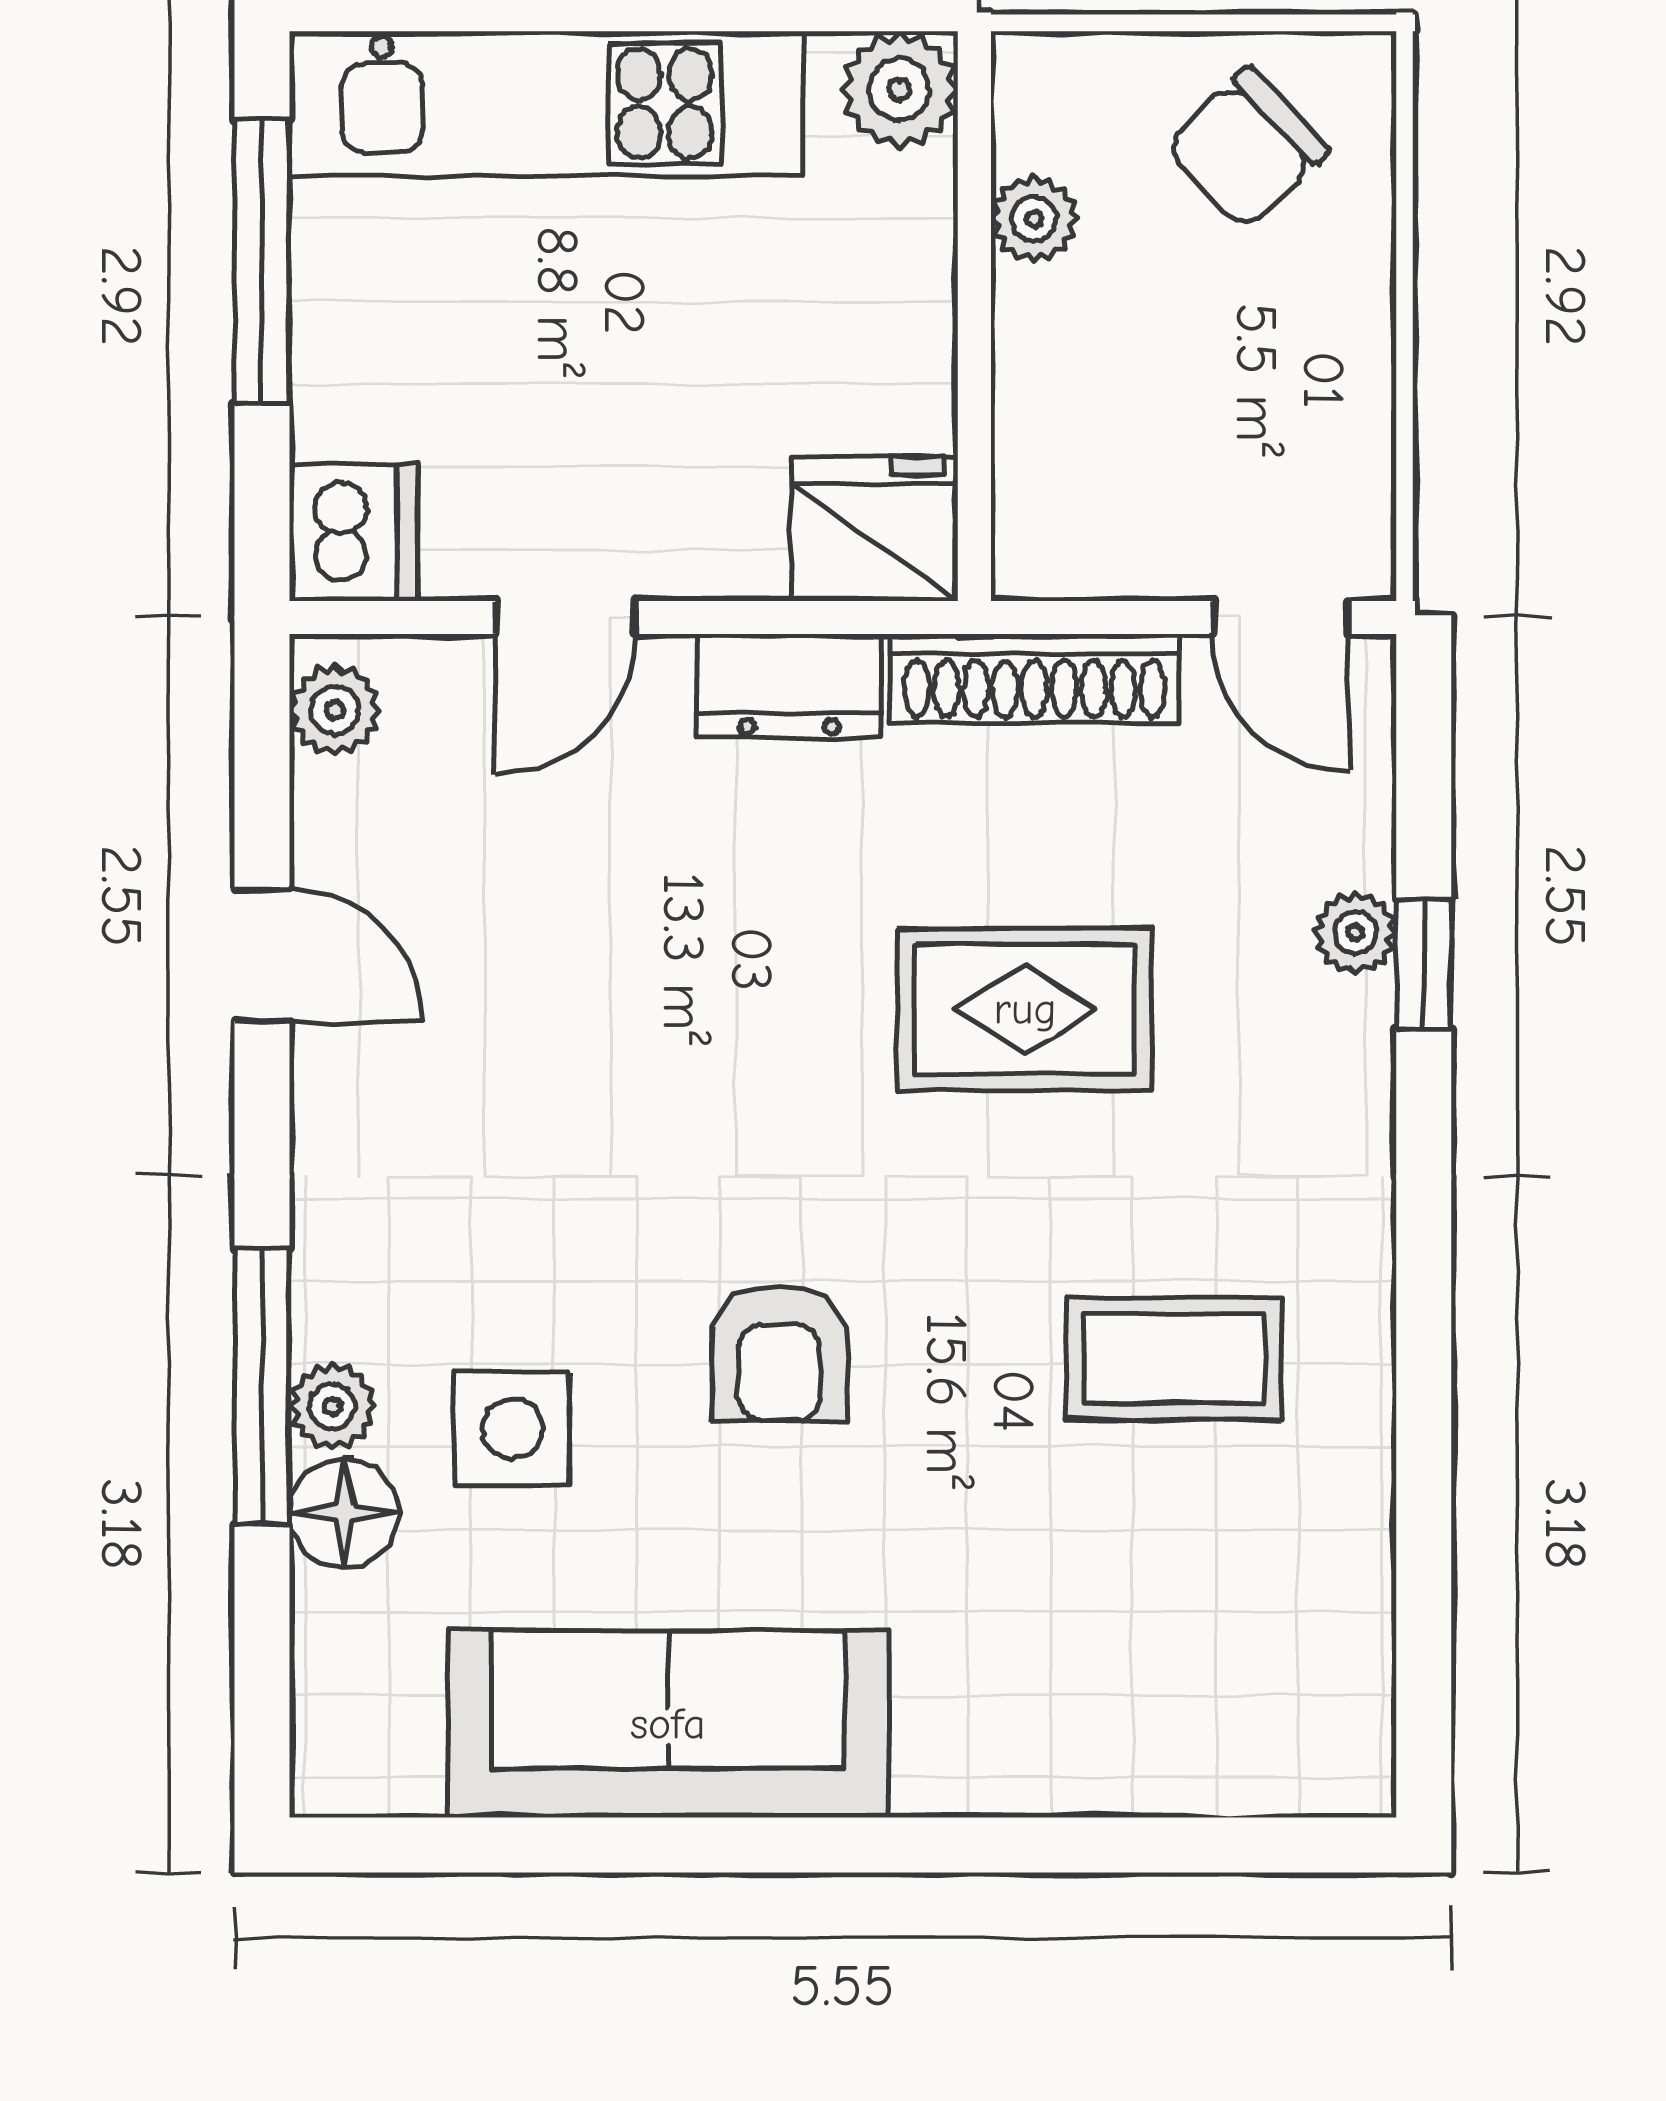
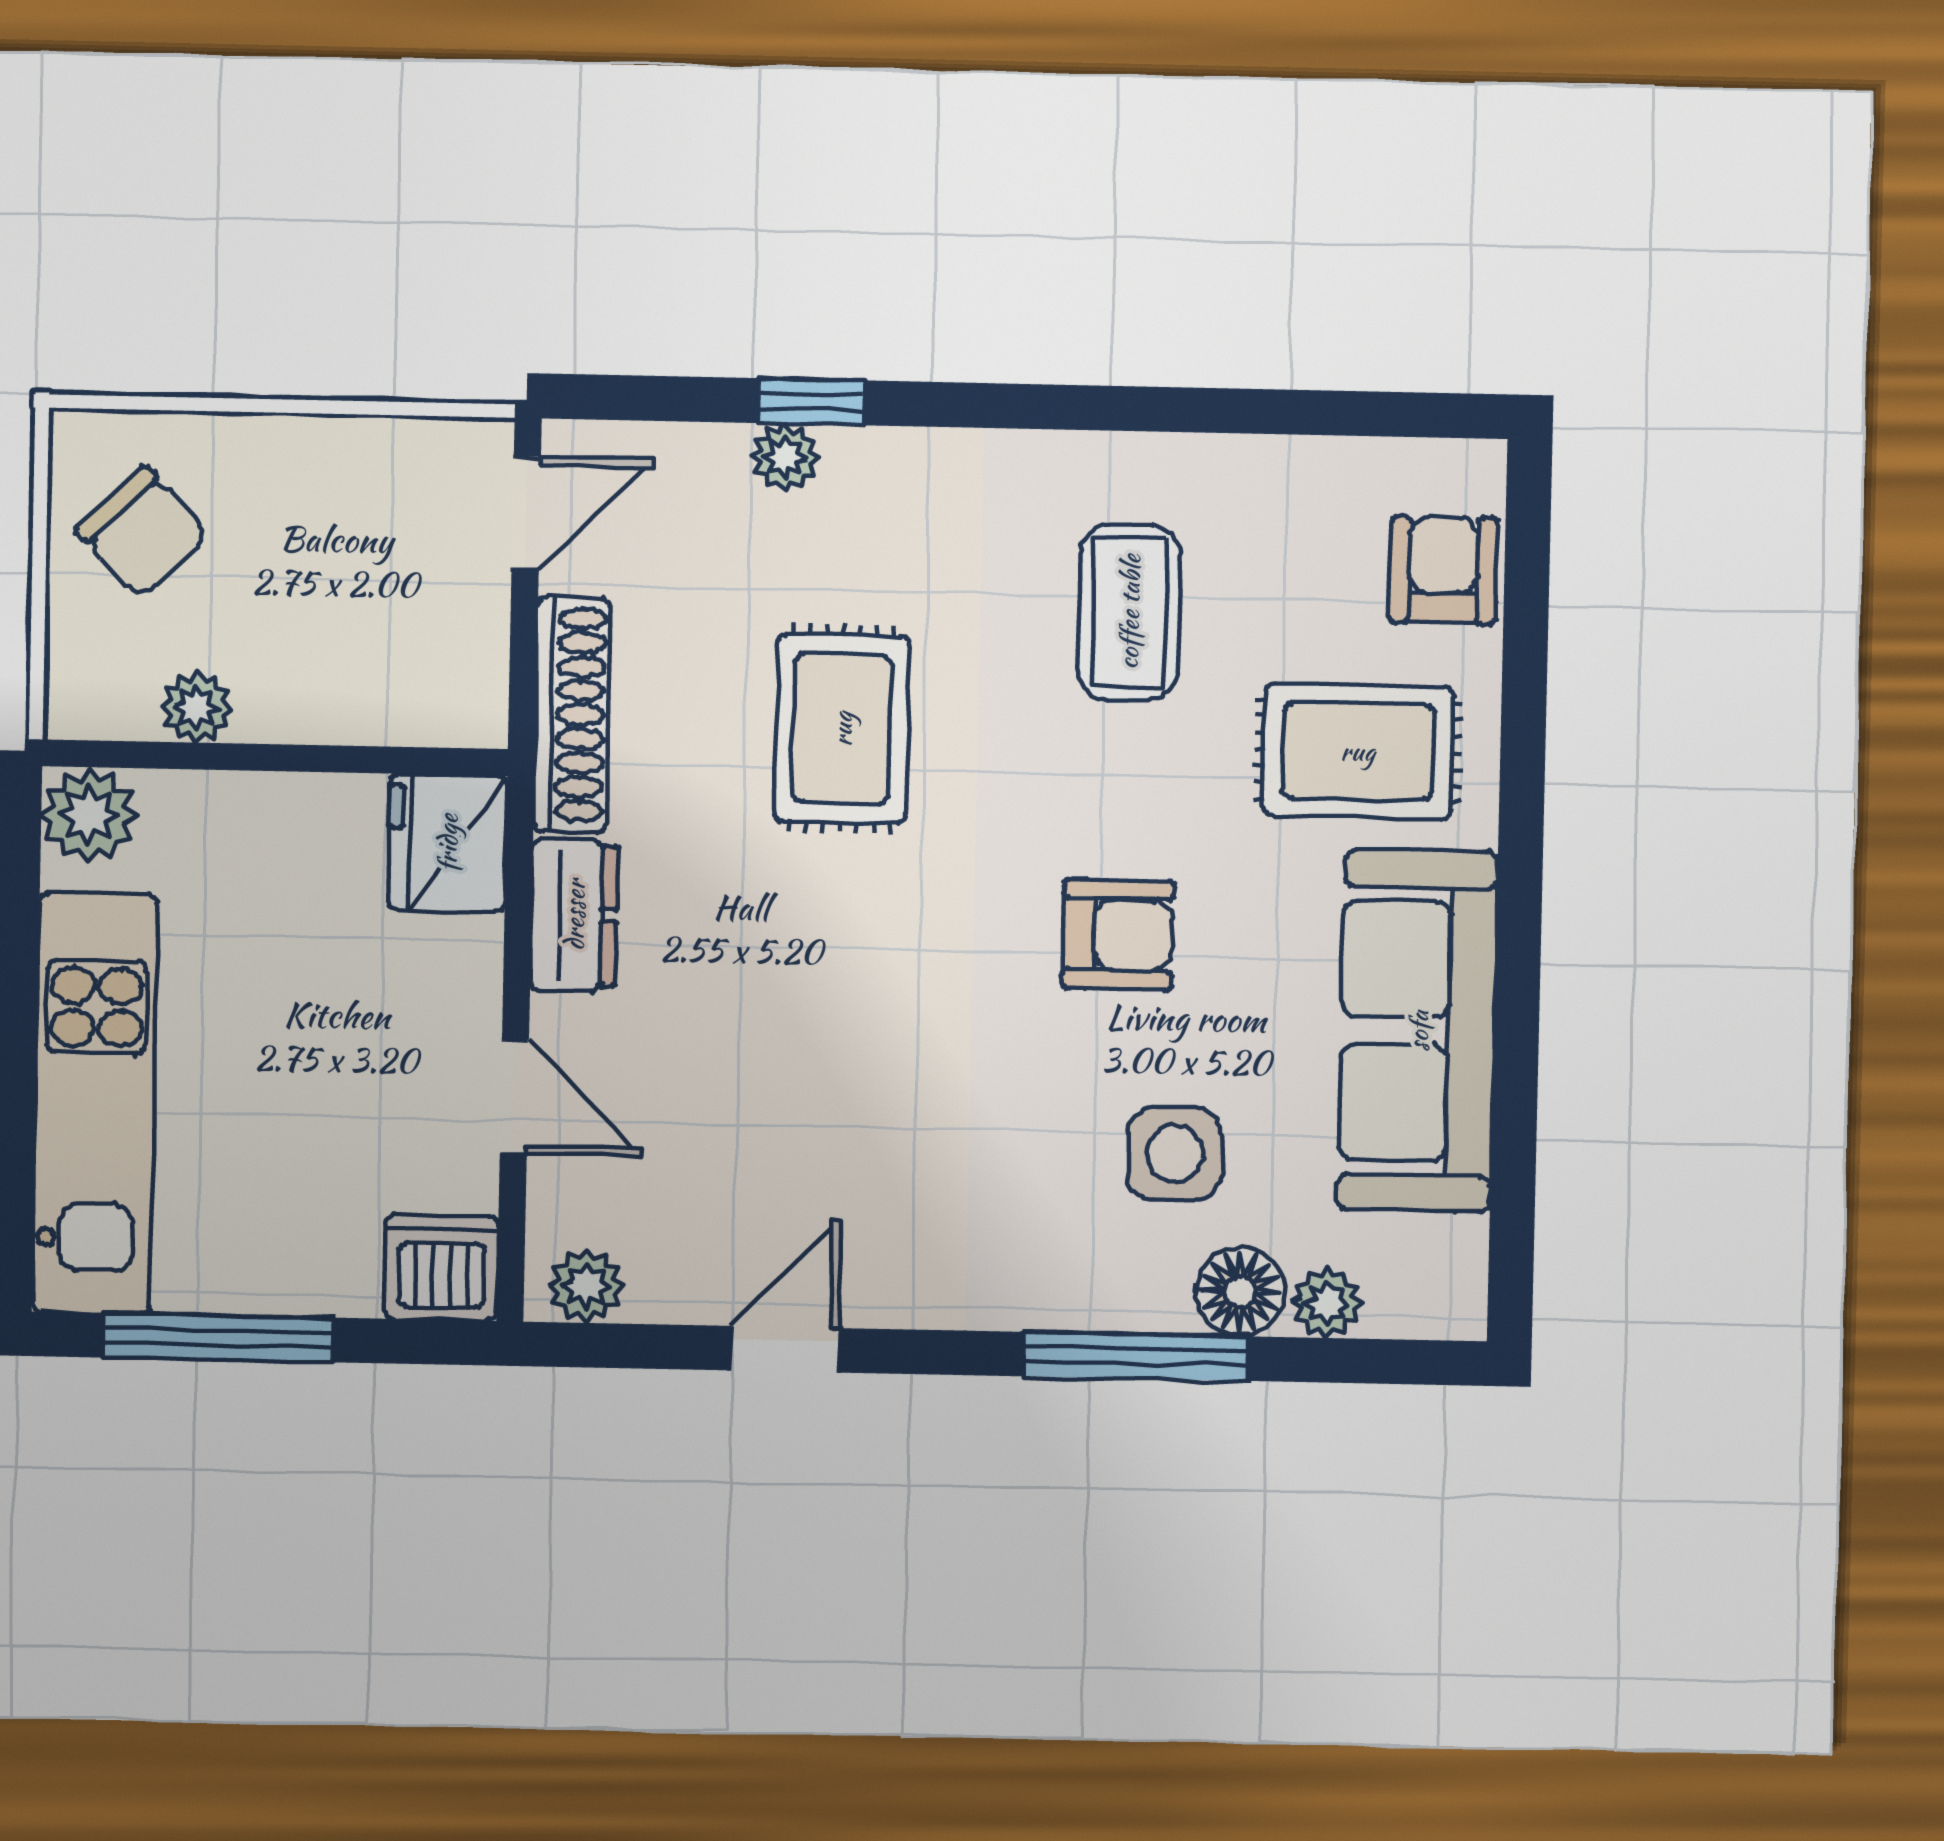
plant: (332, 1406) -> (1327, 1303), moved
rug: (1010, 1643) -> (1358, 751), added
armchair: (1234, 1743) -> (1443, 570), added

